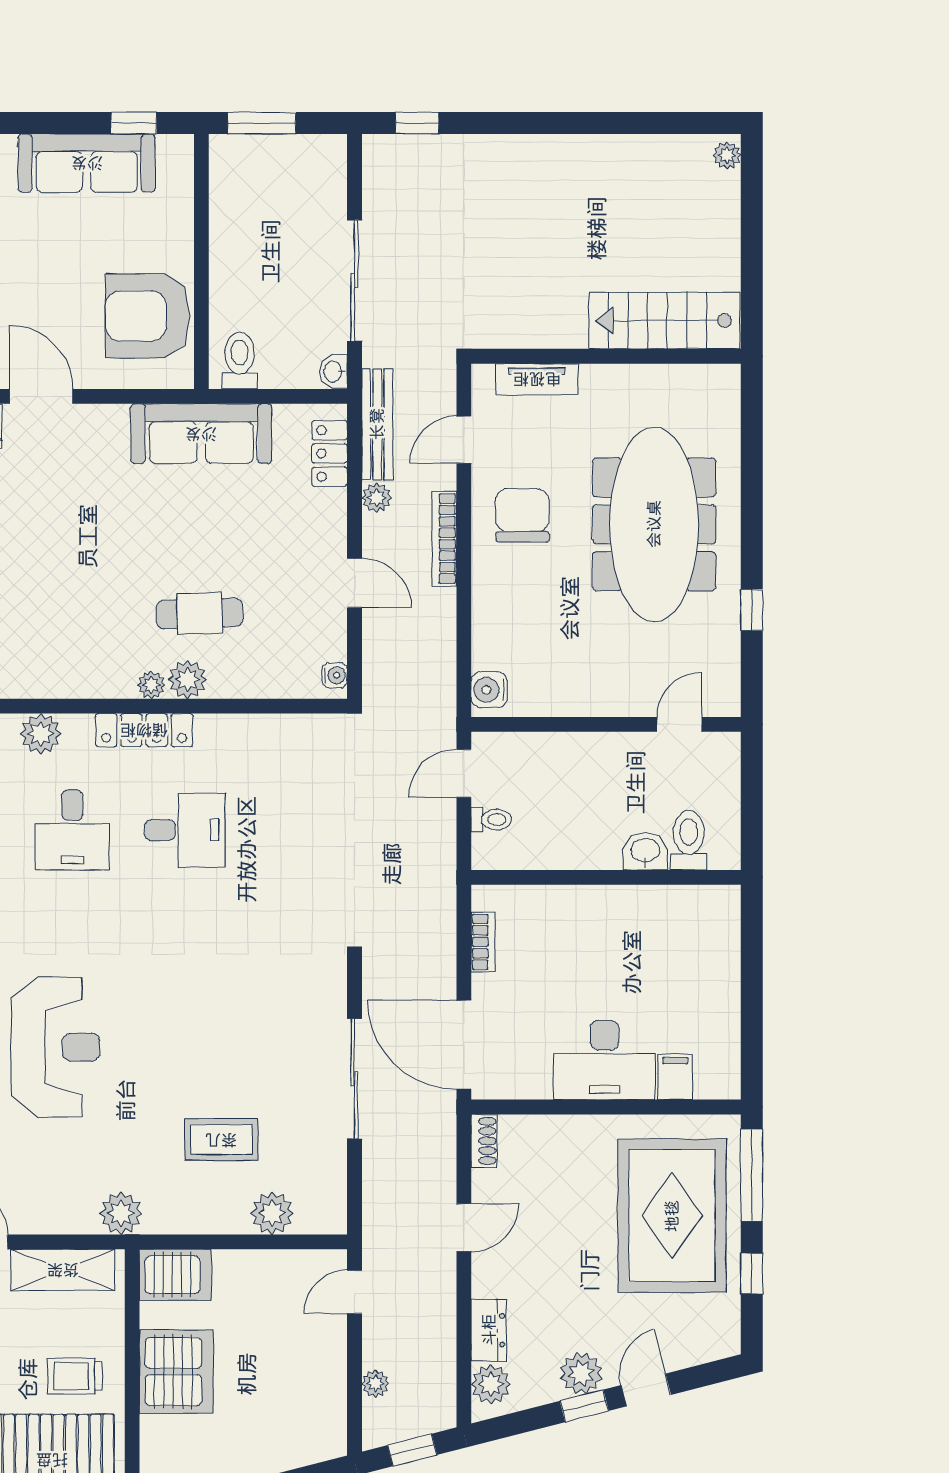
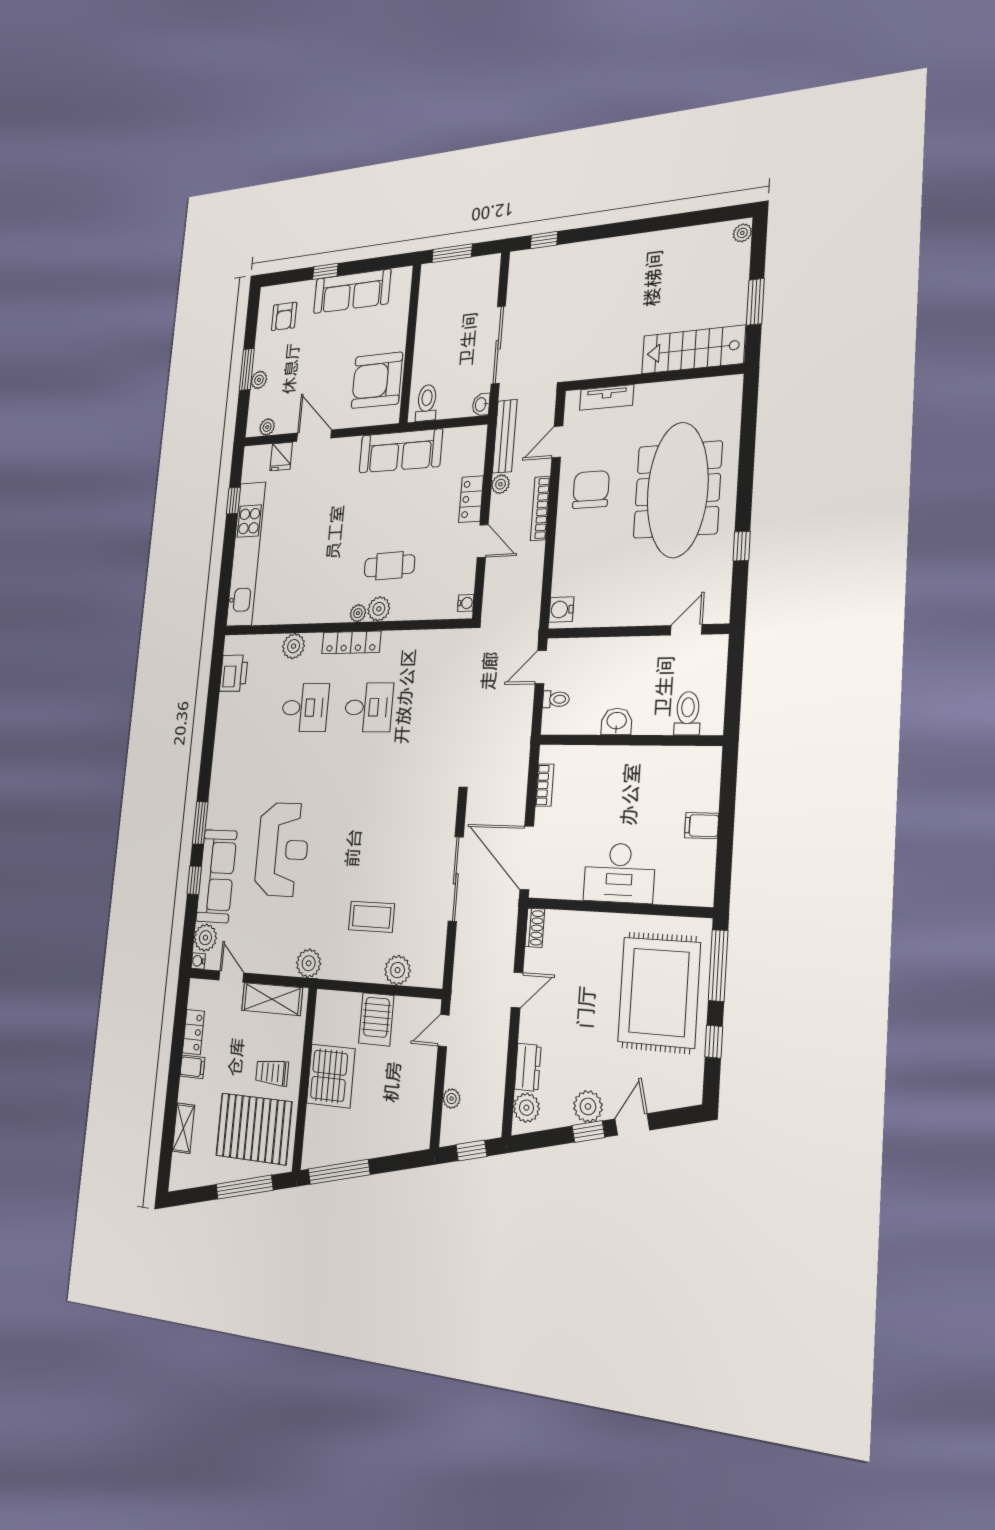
window: (134, 123) -> (325, 271), moved
window: (752, 260) -> (755, 302), added
locker: (330, 453) -> (471, 499), moved
desk: (72, 830) -> (305, 708), turned -90
washbasin: (645, 851) -> (617, 721), moved
filing cabinet: (675, 1077) -> (702, 826), moved, turned -90
server rack: (175, 1275) -> (376, 1019), moved, turned 90

